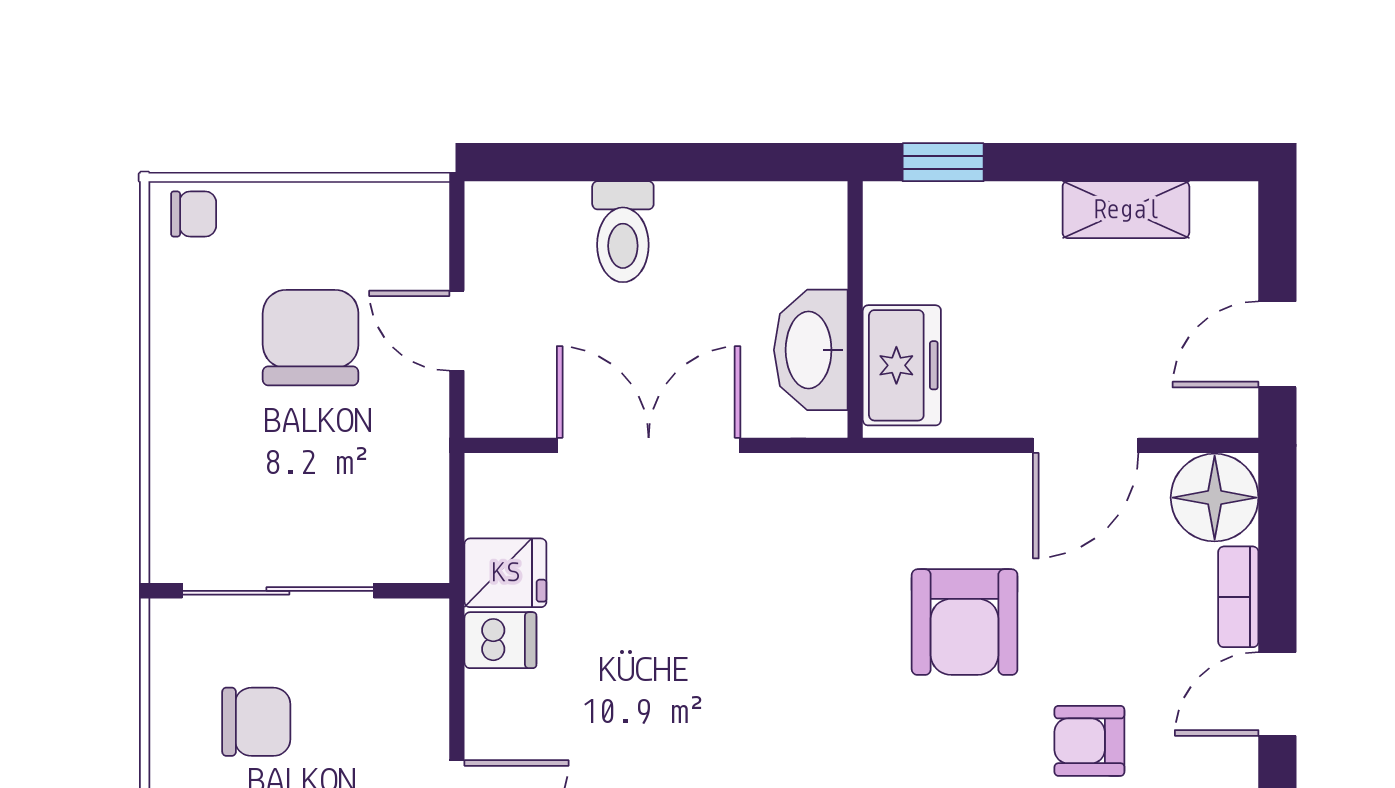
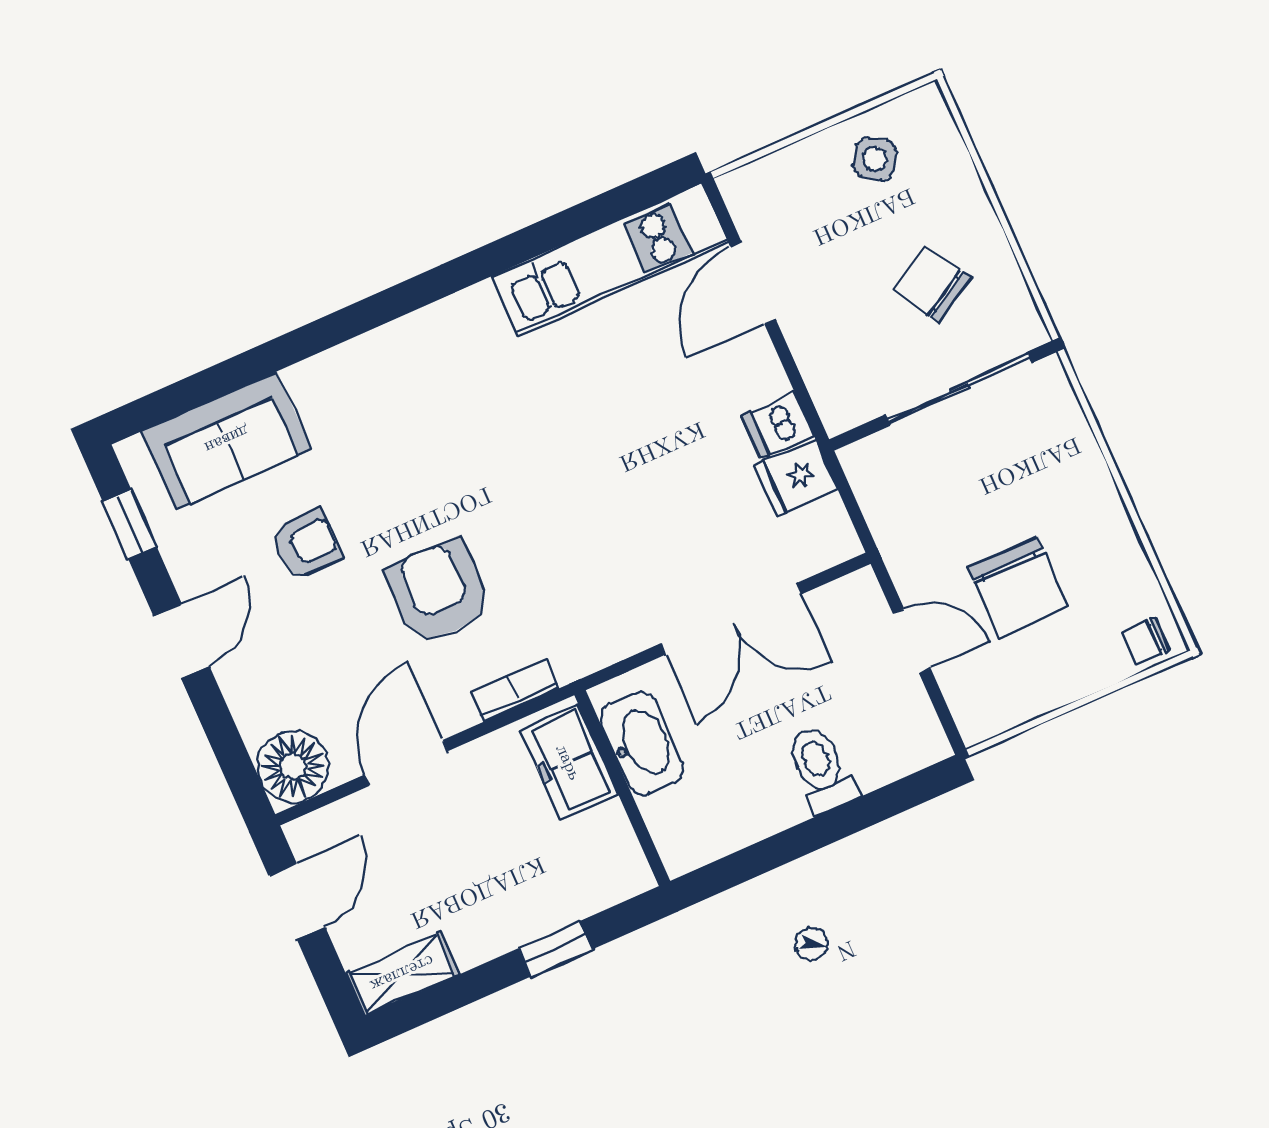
window: (943, 162) -> (555, 949), moved
shelving: (1126, 210) -> (402, 974), moved
bookcase: (1238, 597) -> (514, 690), moved, turned -90
chair: (256, 722) -> (932, 284), turned 59

